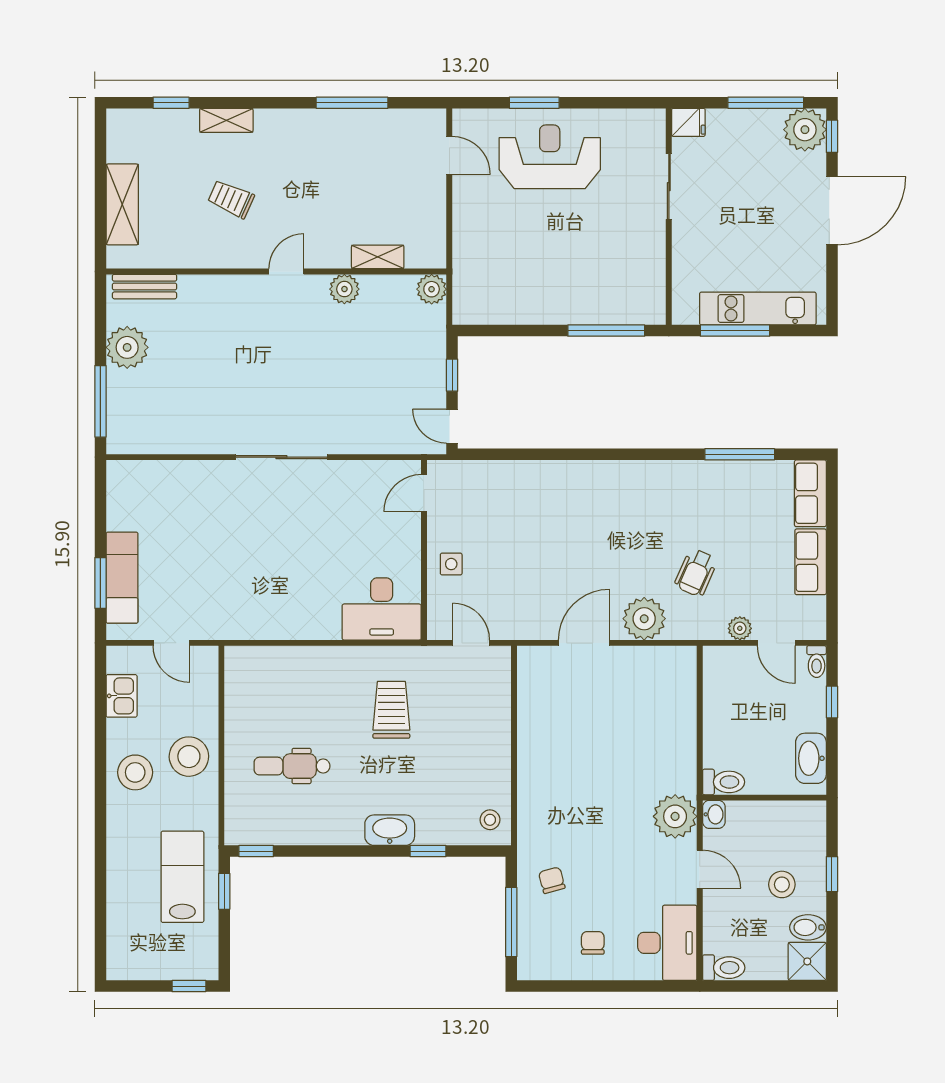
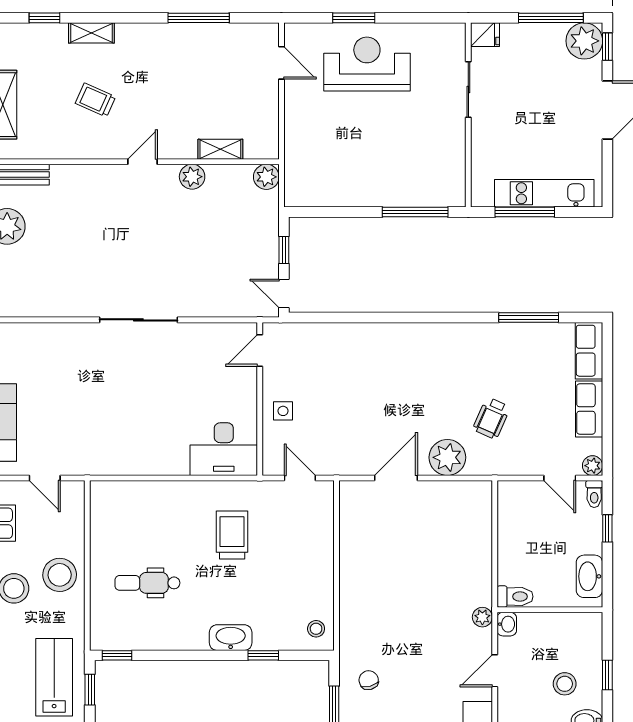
plant: (740, 628) -> (593, 466), moved
plant: (675, 816) -> (482, 617), width x0.53, depth x0.53
door: (700, 869) -> (495, 671), swing flipped

